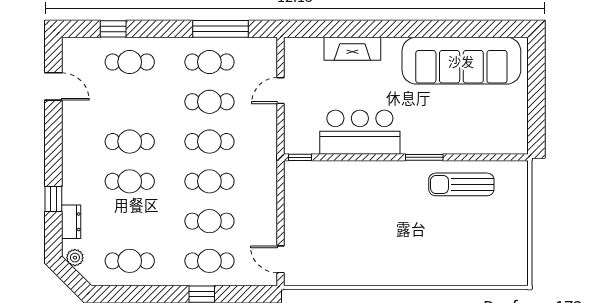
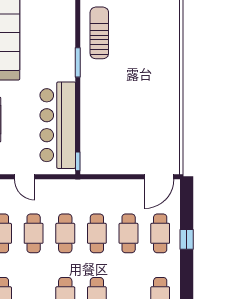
bar counter: (360, 132) -> (58, 125), width x1.36
sun lounger: (461, 184) -> (99, 33), turned 180
door: (281, 259) -> (159, 177), width x1.38

